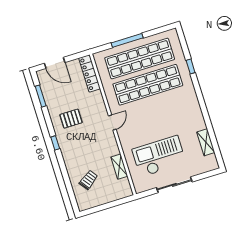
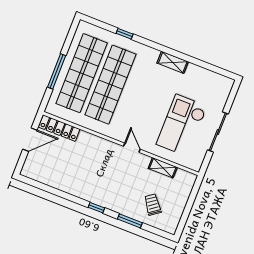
door: (55, 63) -> (30, 140), moved
window: (41, 96) -> (130, 221), moved
pallet: (71, 119) -> (86, 176), removed
door: (112, 123) -> (132, 148), moved
shelving: (206, 142) -> (173, 62), moved

